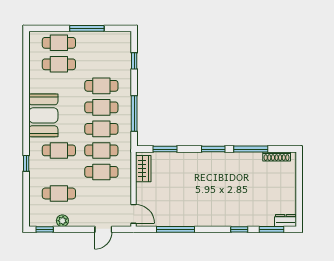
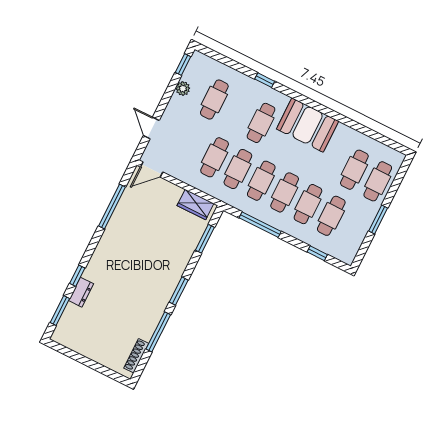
window: (87, 28) -> (378, 219), width x0.69
cafe table: (101, 64) -> (331, 216), added
dresser: (286, 221) -> (81, 292), moved

